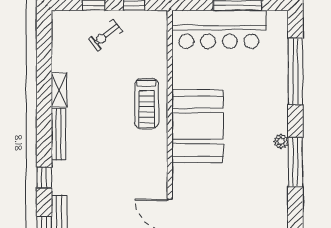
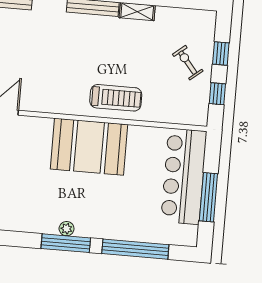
treadmill: (147, 104) -> (116, 98), turned 180
window: (295, 162) -> (66, 243), moved

